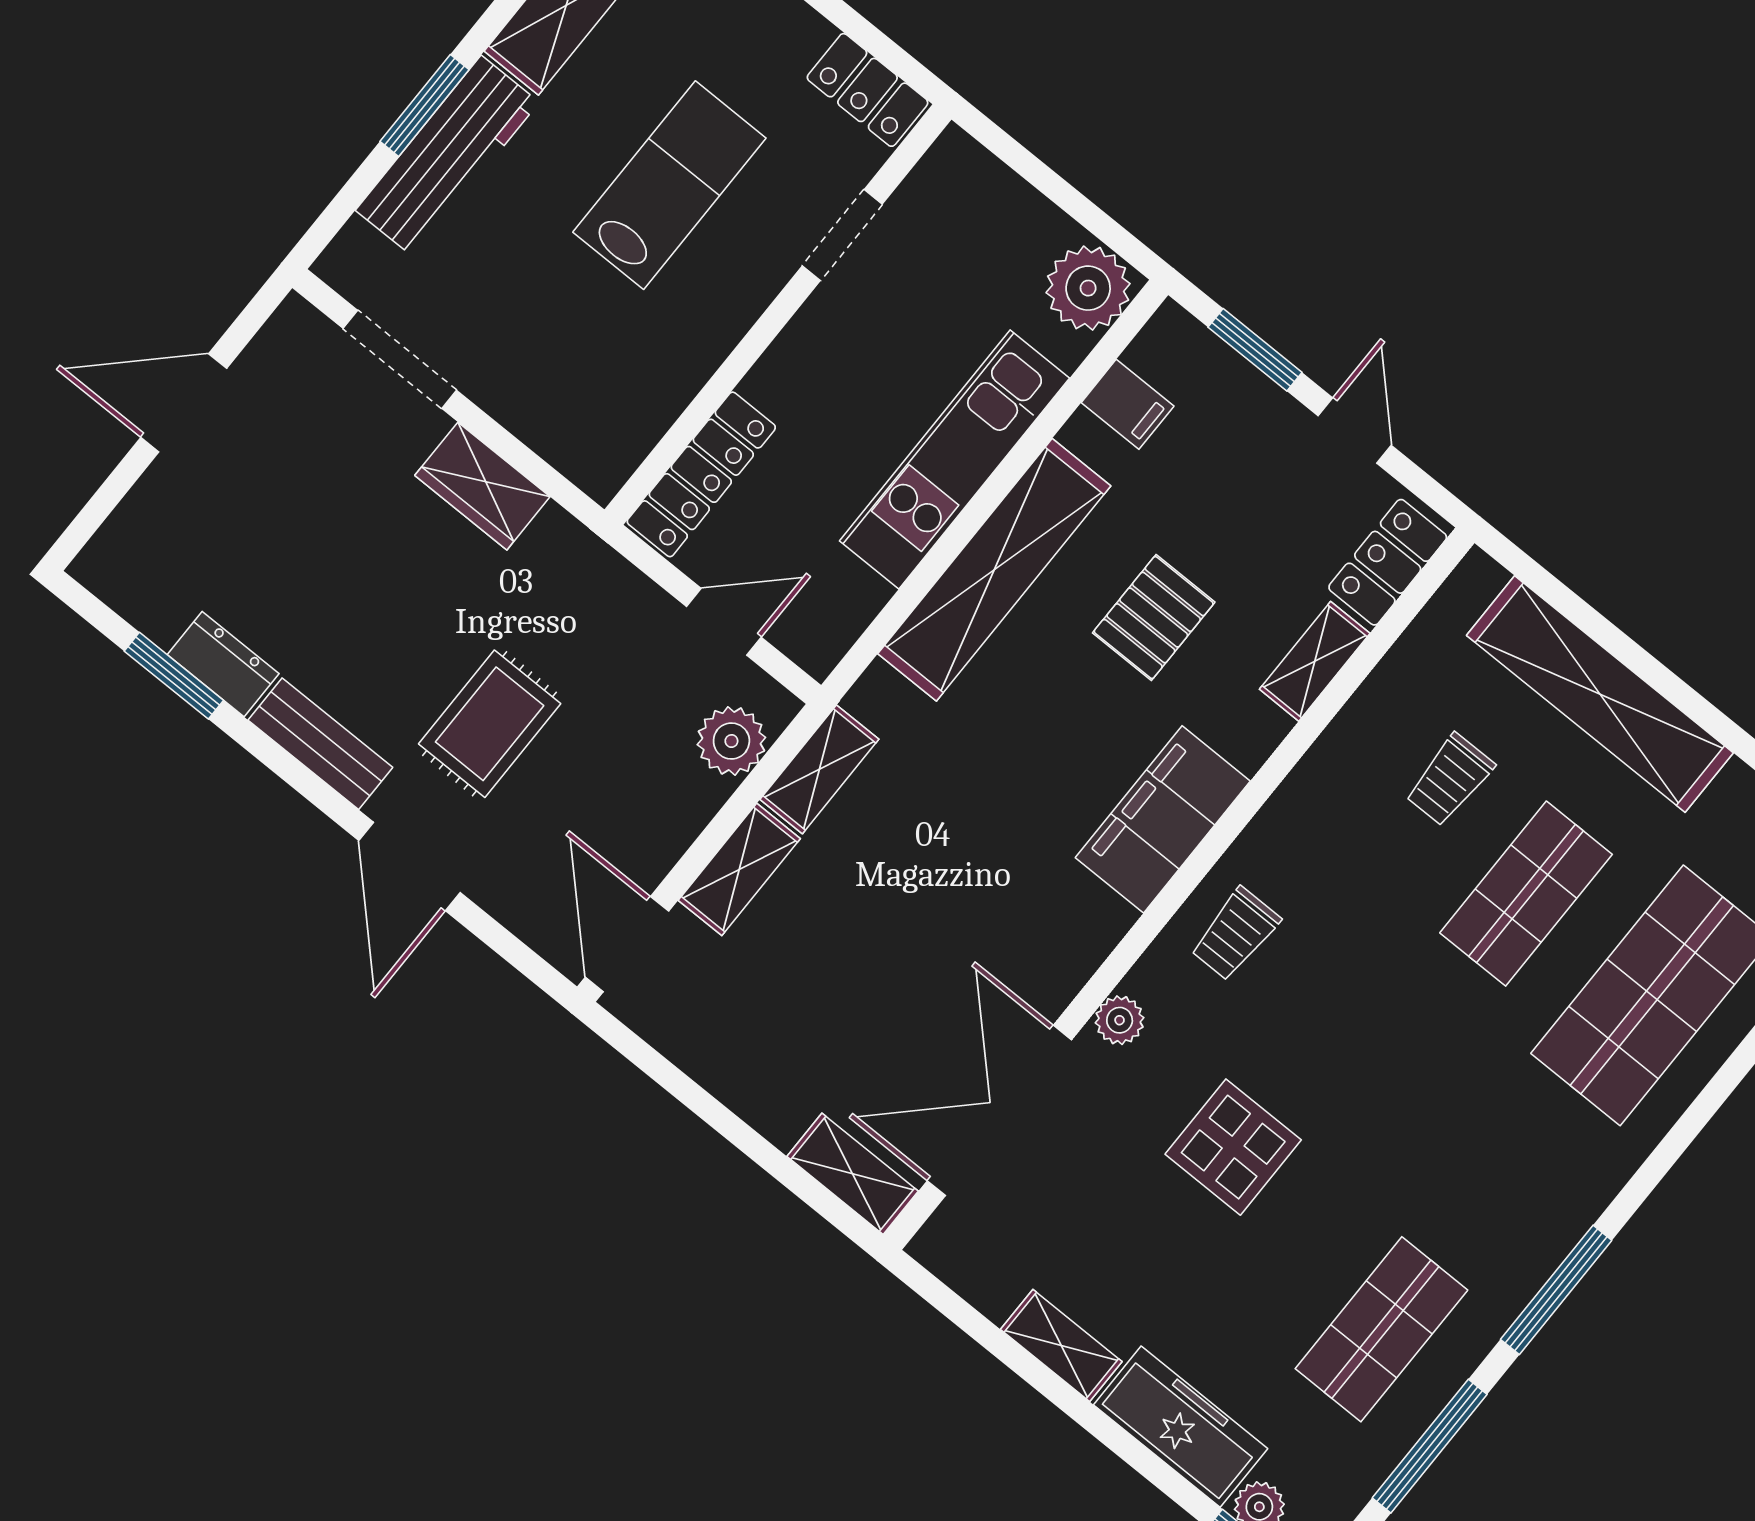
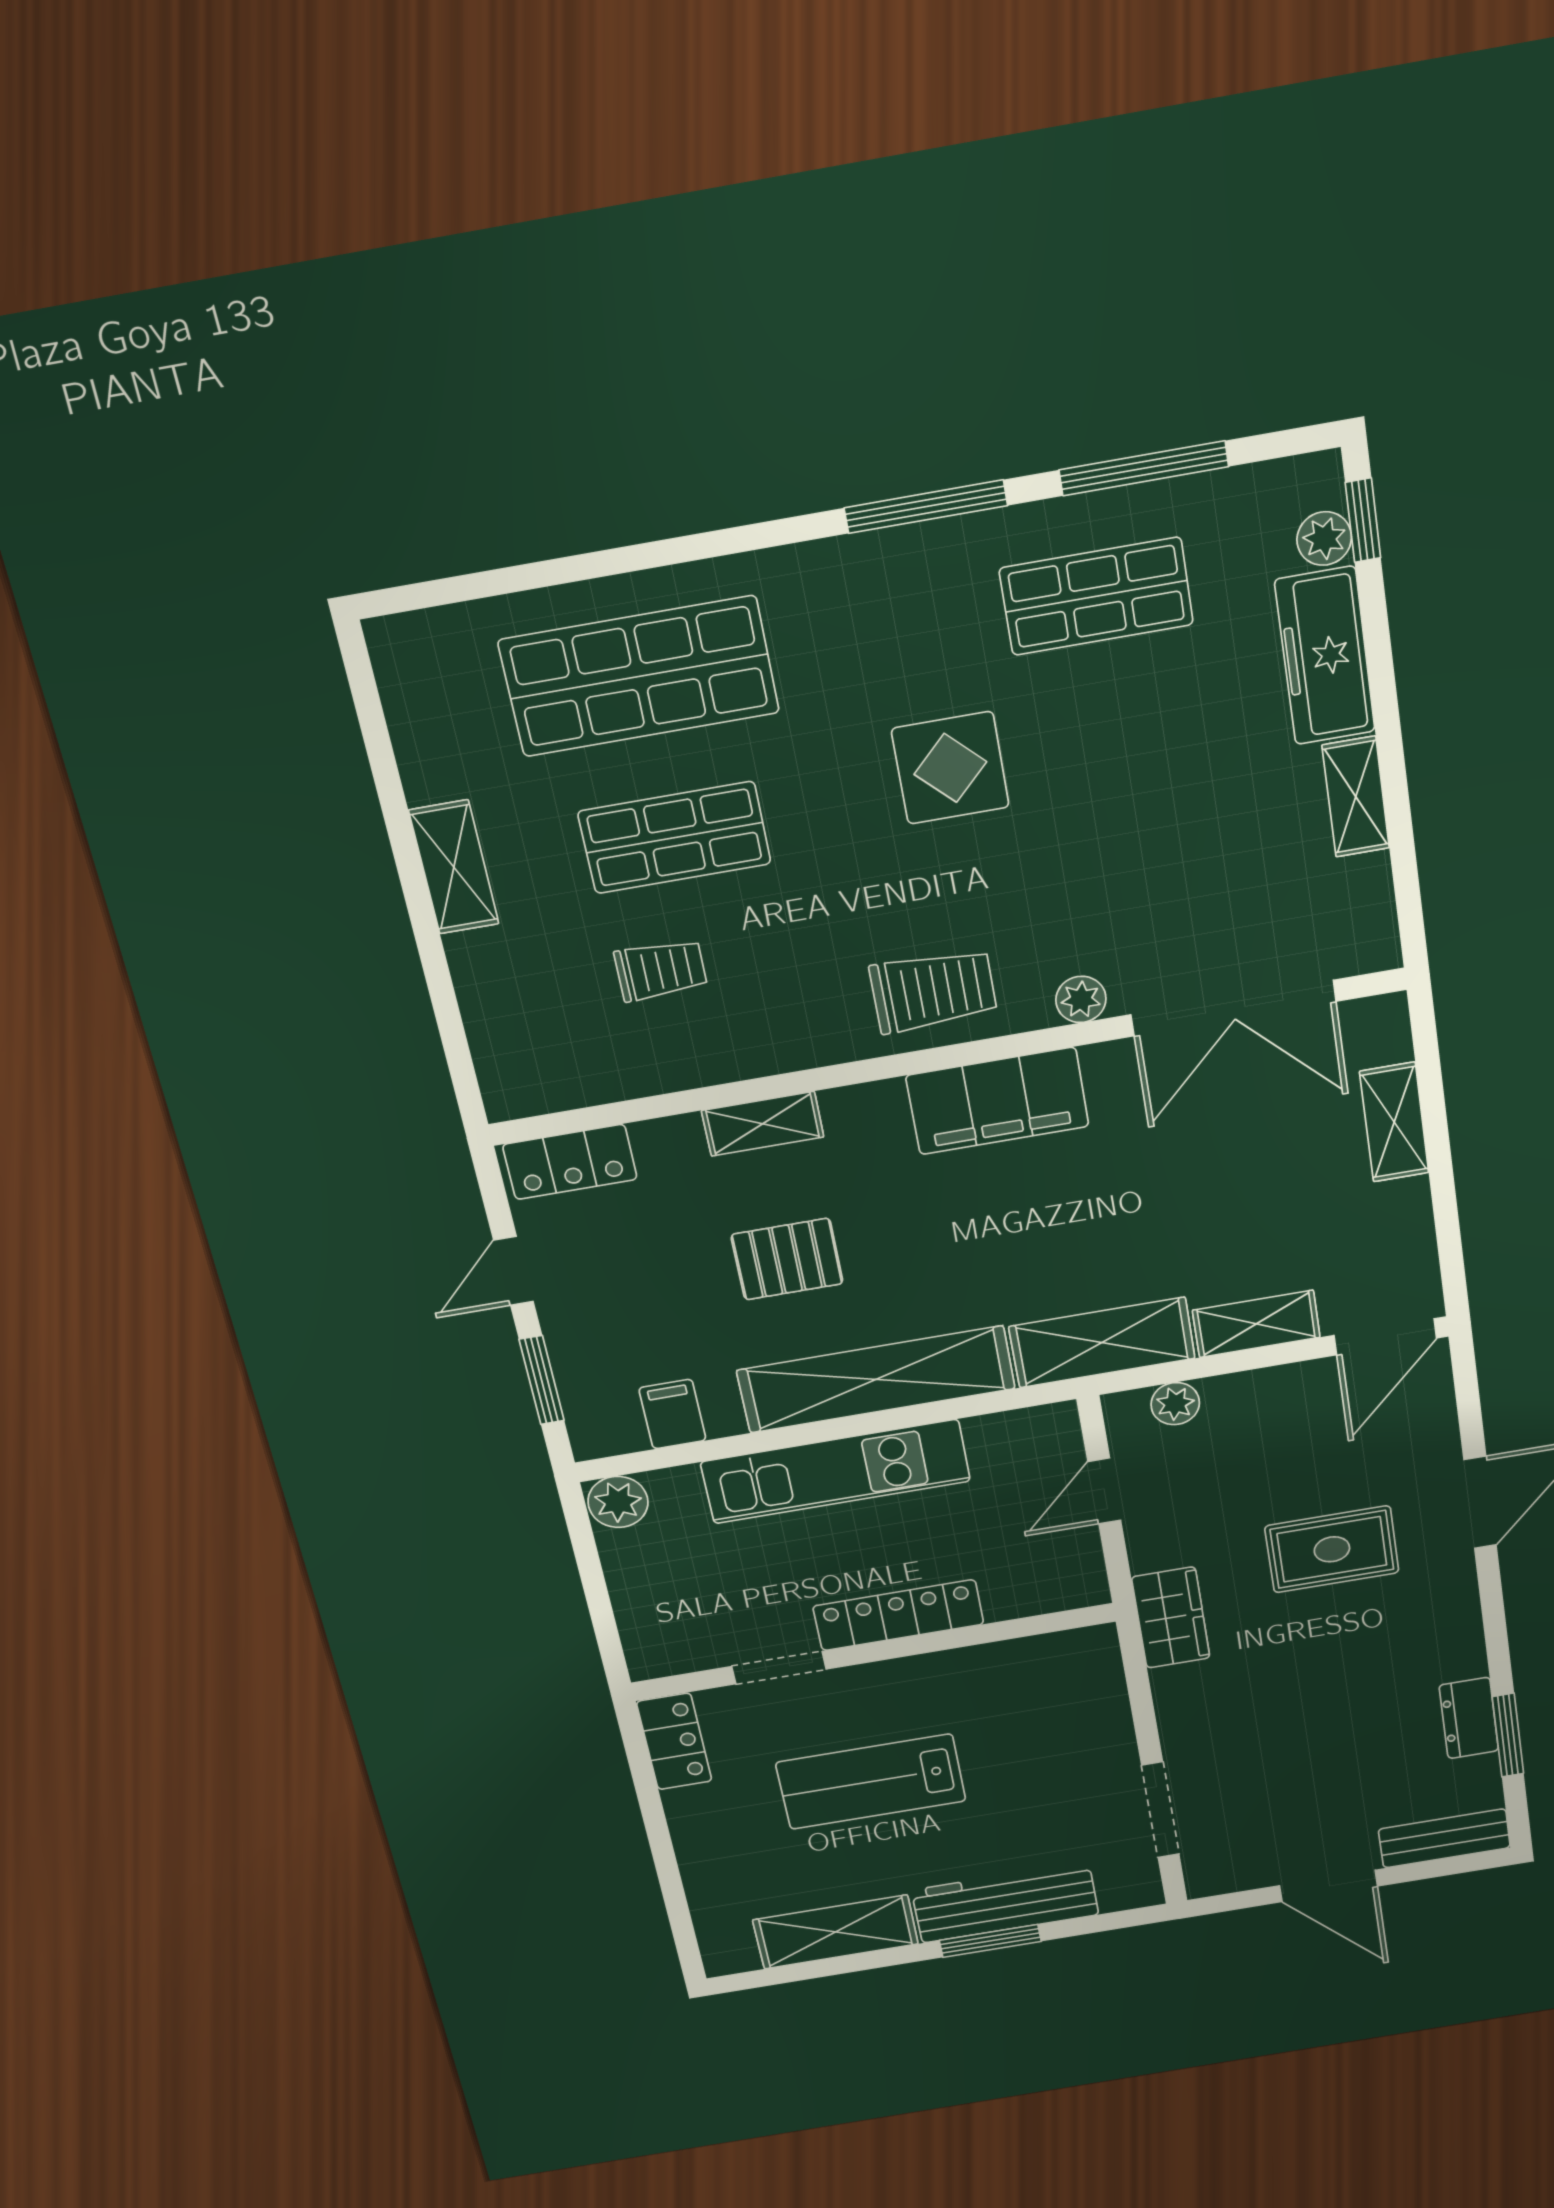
plant: (1088, 288) -> (618, 1502), width x0.73, depth x0.73
locker: (701, 474) -> (898, 1615), moved
wardrobe: (482, 486) -> (1171, 1618), moved
door: (724, 622) -> (1104, 1491), hinge flipped
shelving: (1315, 661) -> (763, 1124), moved
shelving: (1600, 694) -> (454, 867), width x0.45, depth x0.75
plant: (731, 741) -> (1175, 1404), width x0.73, depth x0.73
bench: (320, 744) -> (1444, 1838), moved, turned 90
shelving: (819, 769) -> (1102, 1342), width x1.50, depth x1.33
filing cabinet: (1163, 819) -> (997, 1101), moved
trolley: (1235, 934) -> (933, 991), width x1.36, depth x1.39
display table: (1233, 1147) -> (950, 768), moved
shelving: (853, 1174) -> (1394, 1122), moved

